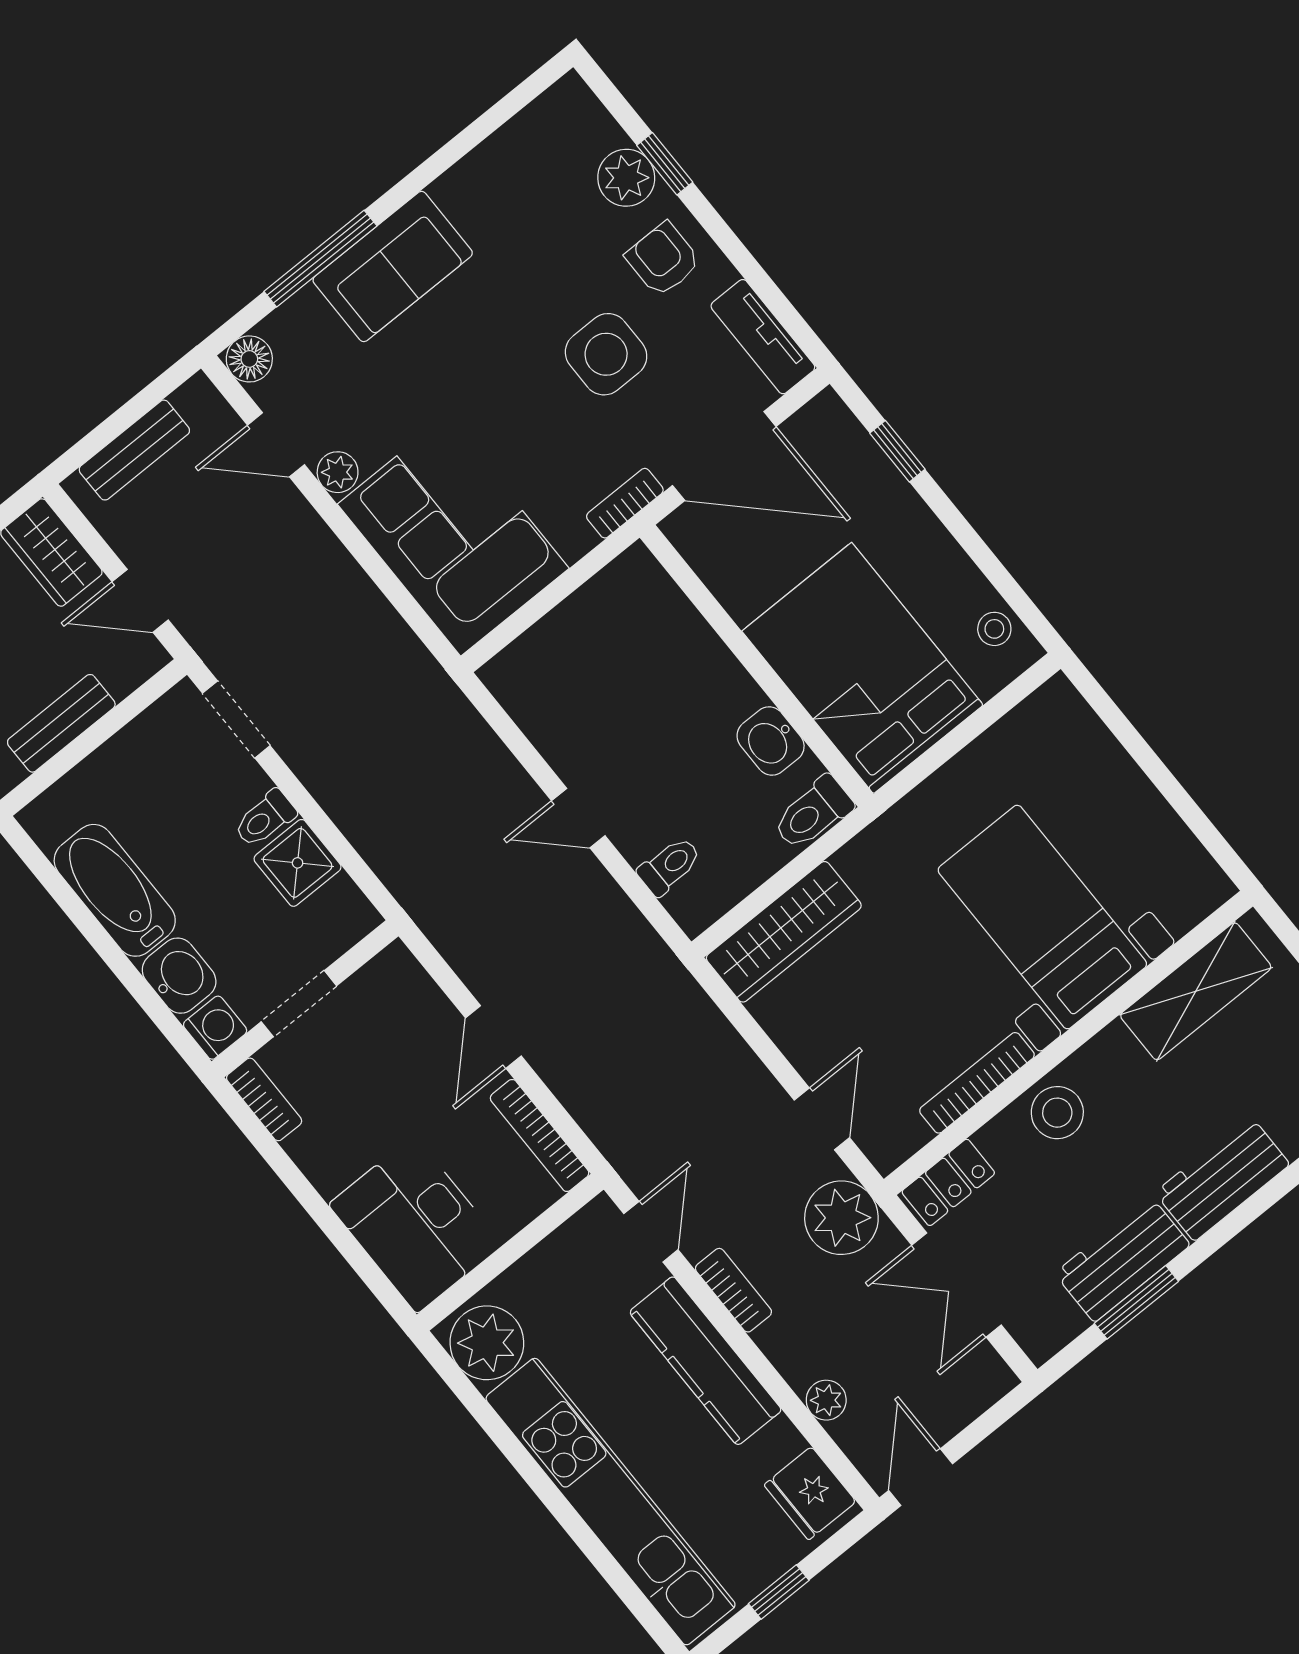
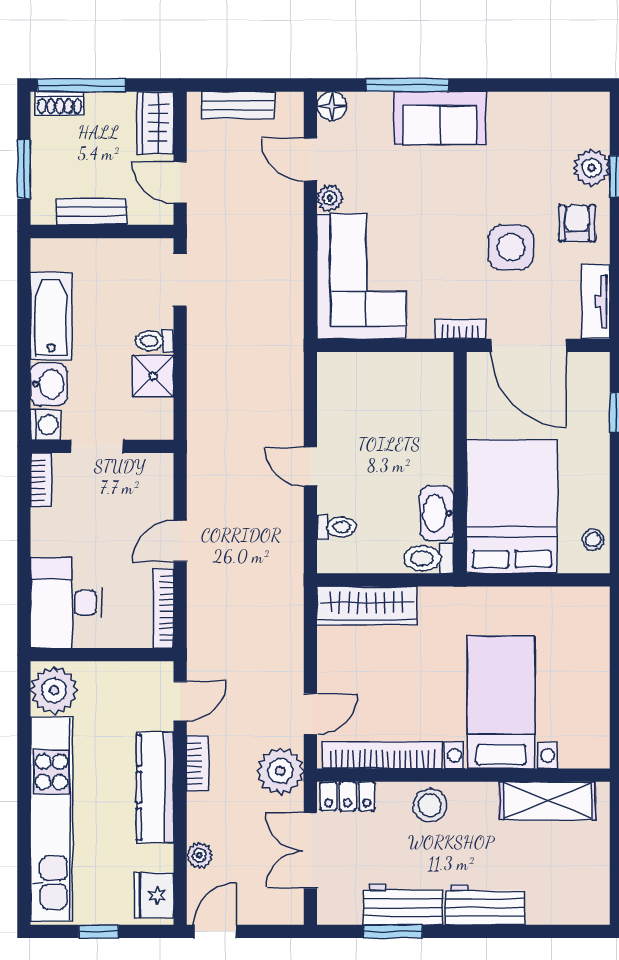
washbasin: (771, 741) -> (437, 513), width x1.38
bookcase: (977, 1083) -> (382, 755), width x1.48, depth x1.31

